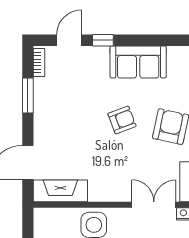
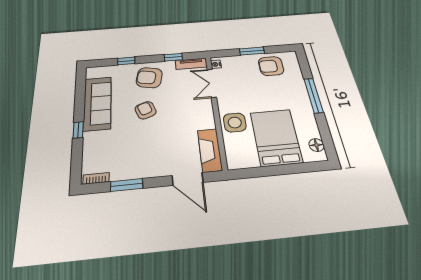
door: (69, 40) -> (77, 156), removed
sofa: (138, 62) -> (97, 103), width x1.36

